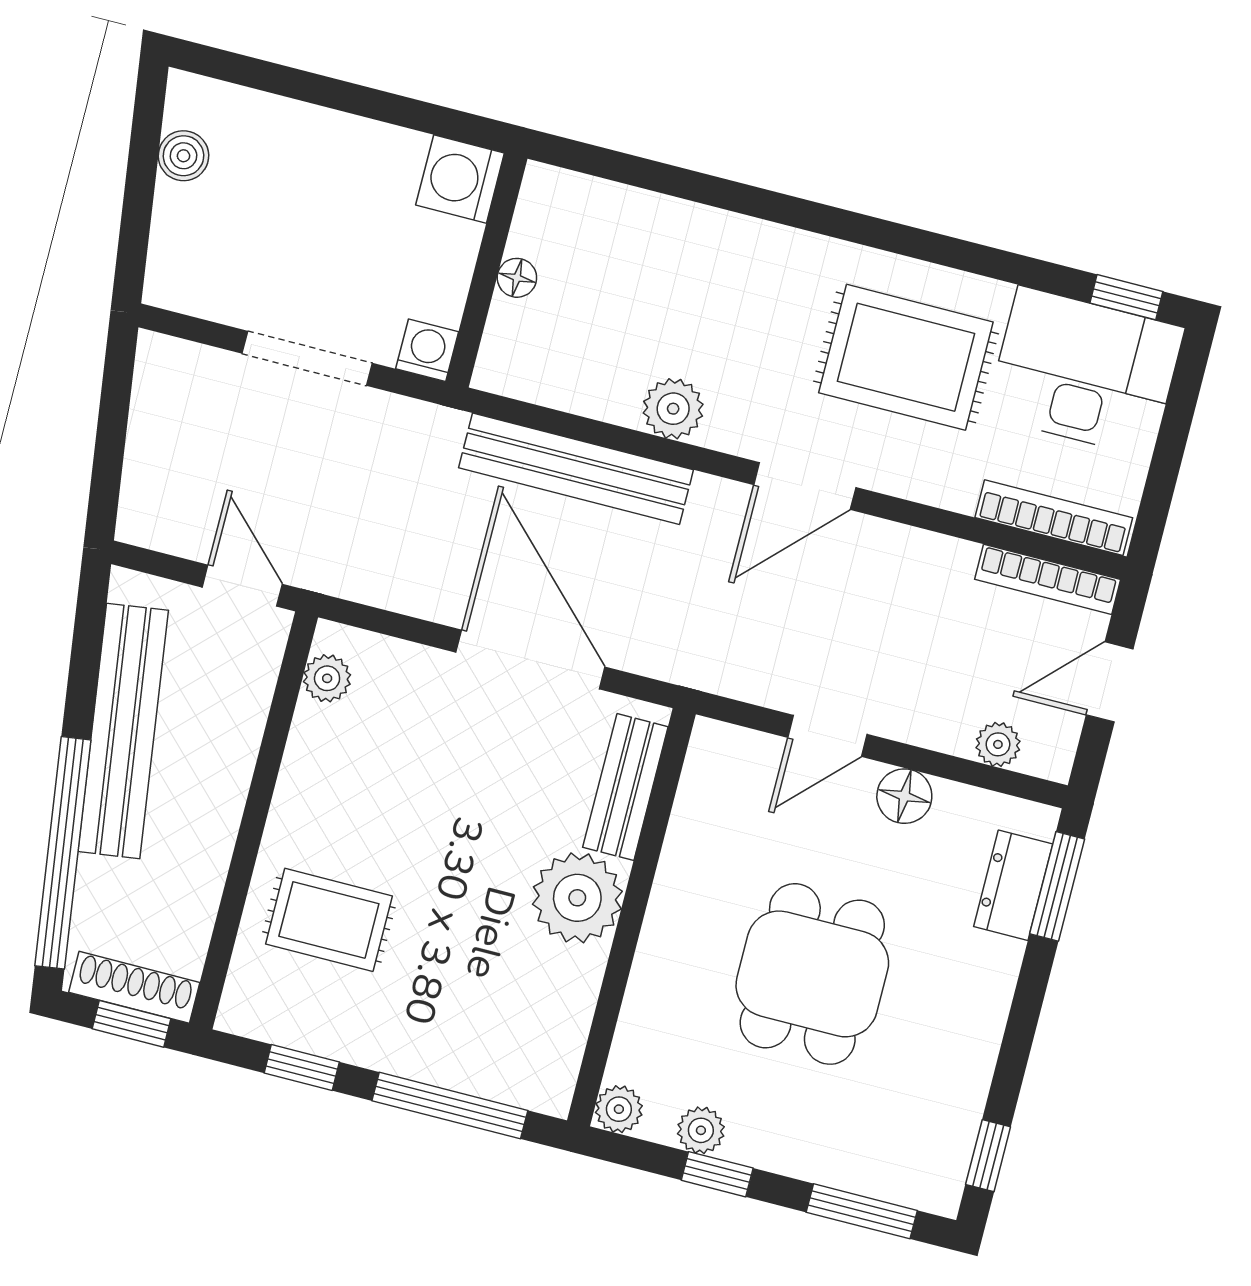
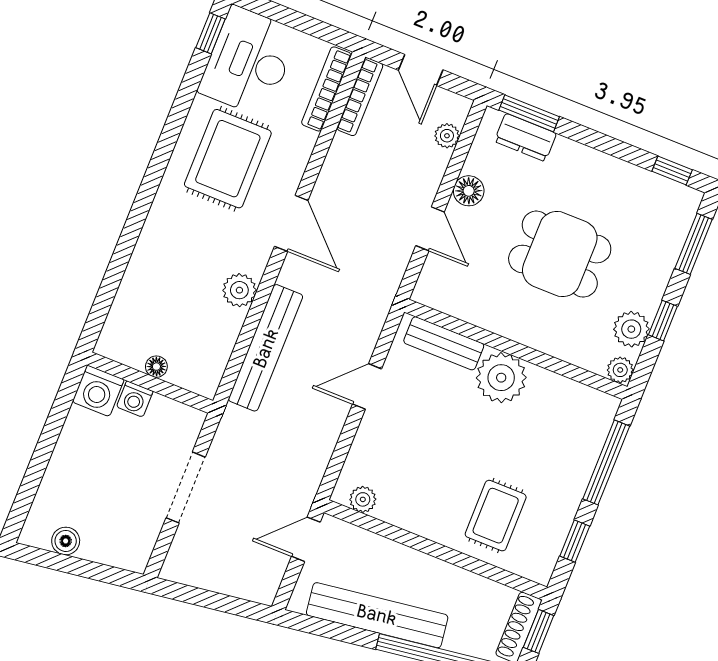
washing machine: (427, 350) -> (135, 399), moved, turned -90
door: (530, 660) -> (367, 386), width x0.53
plant: (701, 1130) -> (631, 329), width x1.38, depth x1.38

